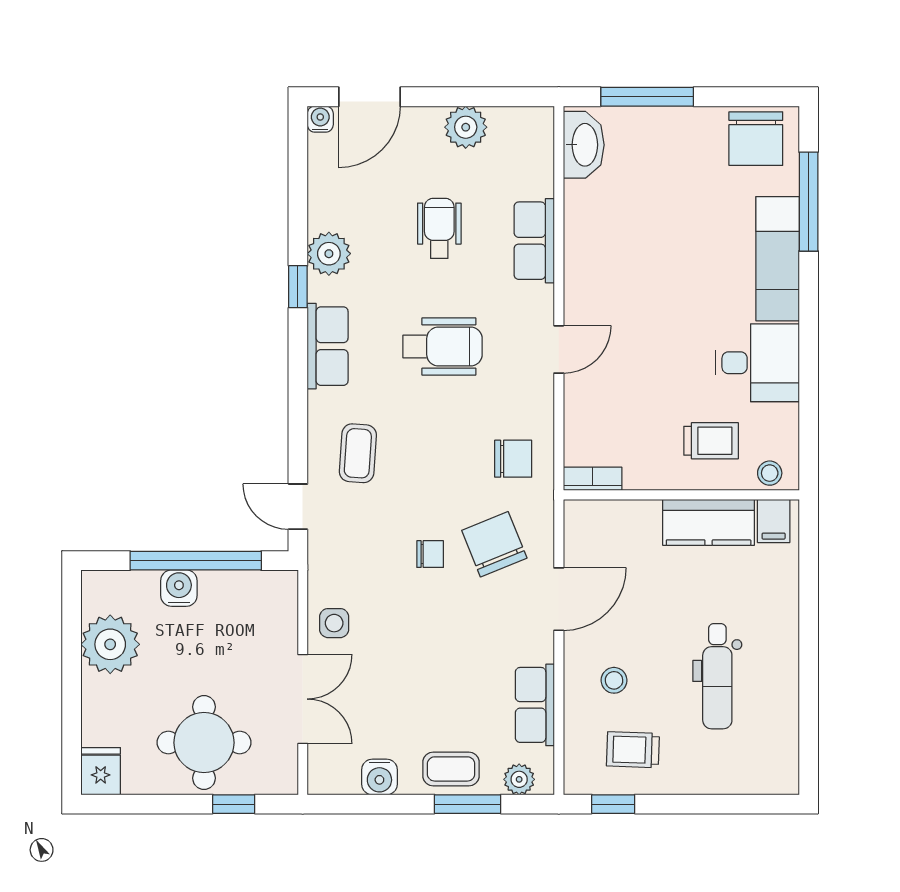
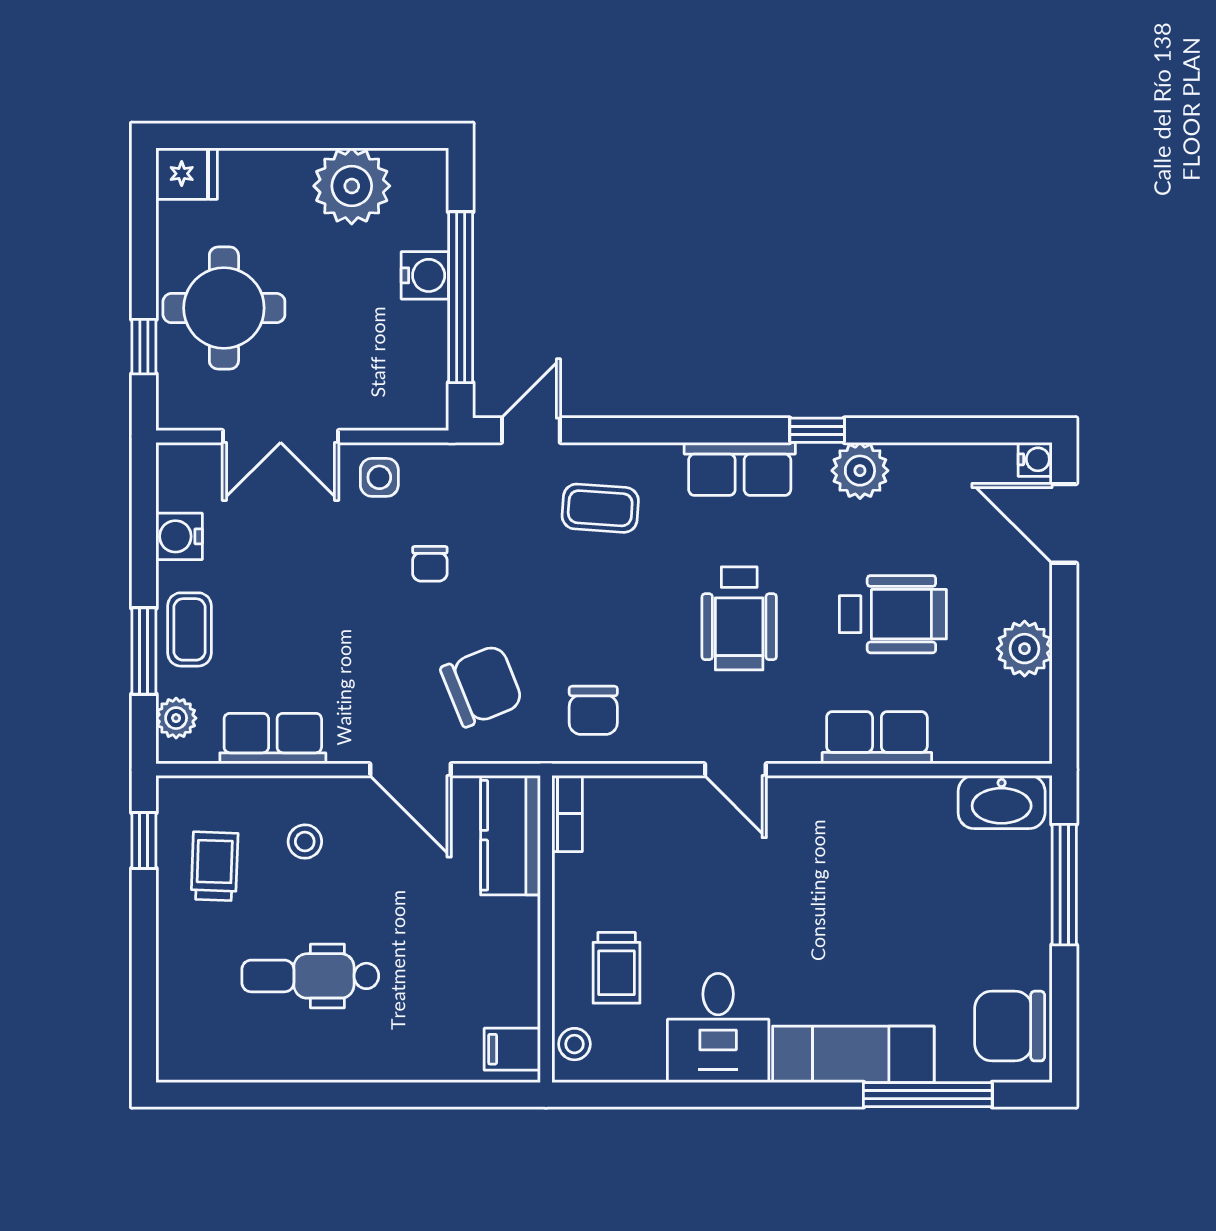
wheelchair: (439, 228) -> (893, 614), width x1.36, depth x1.37
kitchen counter: (709, 522) -> (510, 835), moved
chair: (430, 554) -> (430, 564), moved

